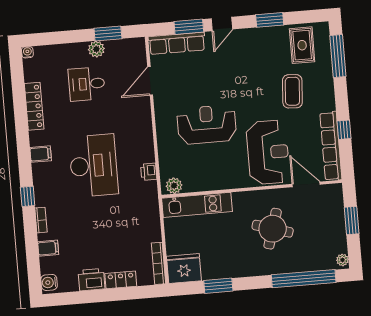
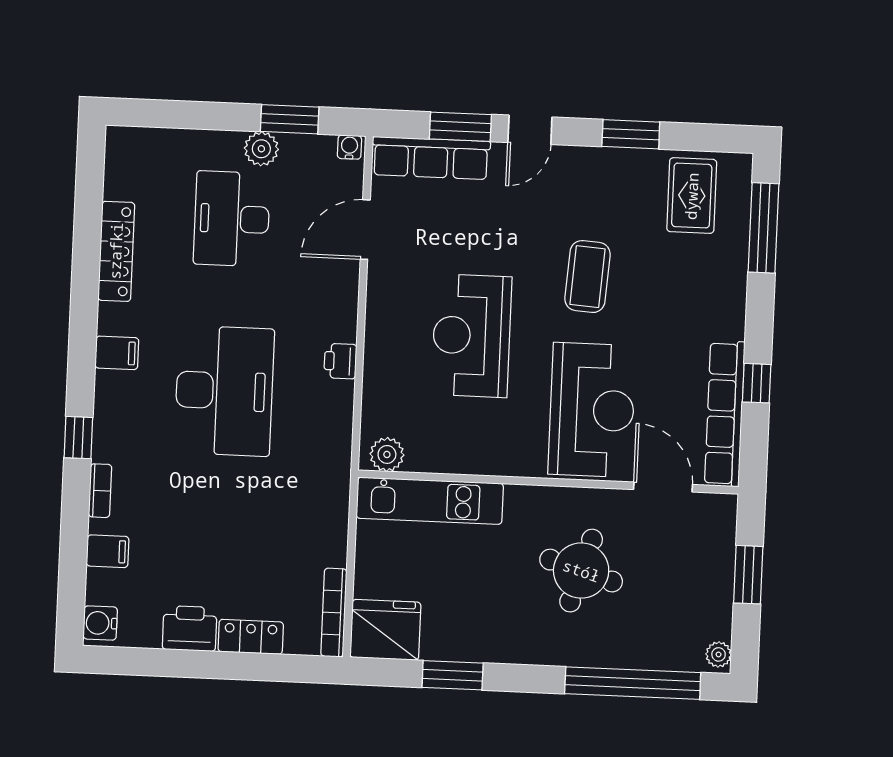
water cooler: (27, 52) -> (349, 147), moved
desk: (87, 84) -> (232, 219), width x1.37
coffee table: (292, 91) -> (588, 277), moved
reception desk: (207, 125) -> (472, 336), turned -90
printer: (149, 172) -> (340, 361), moved

